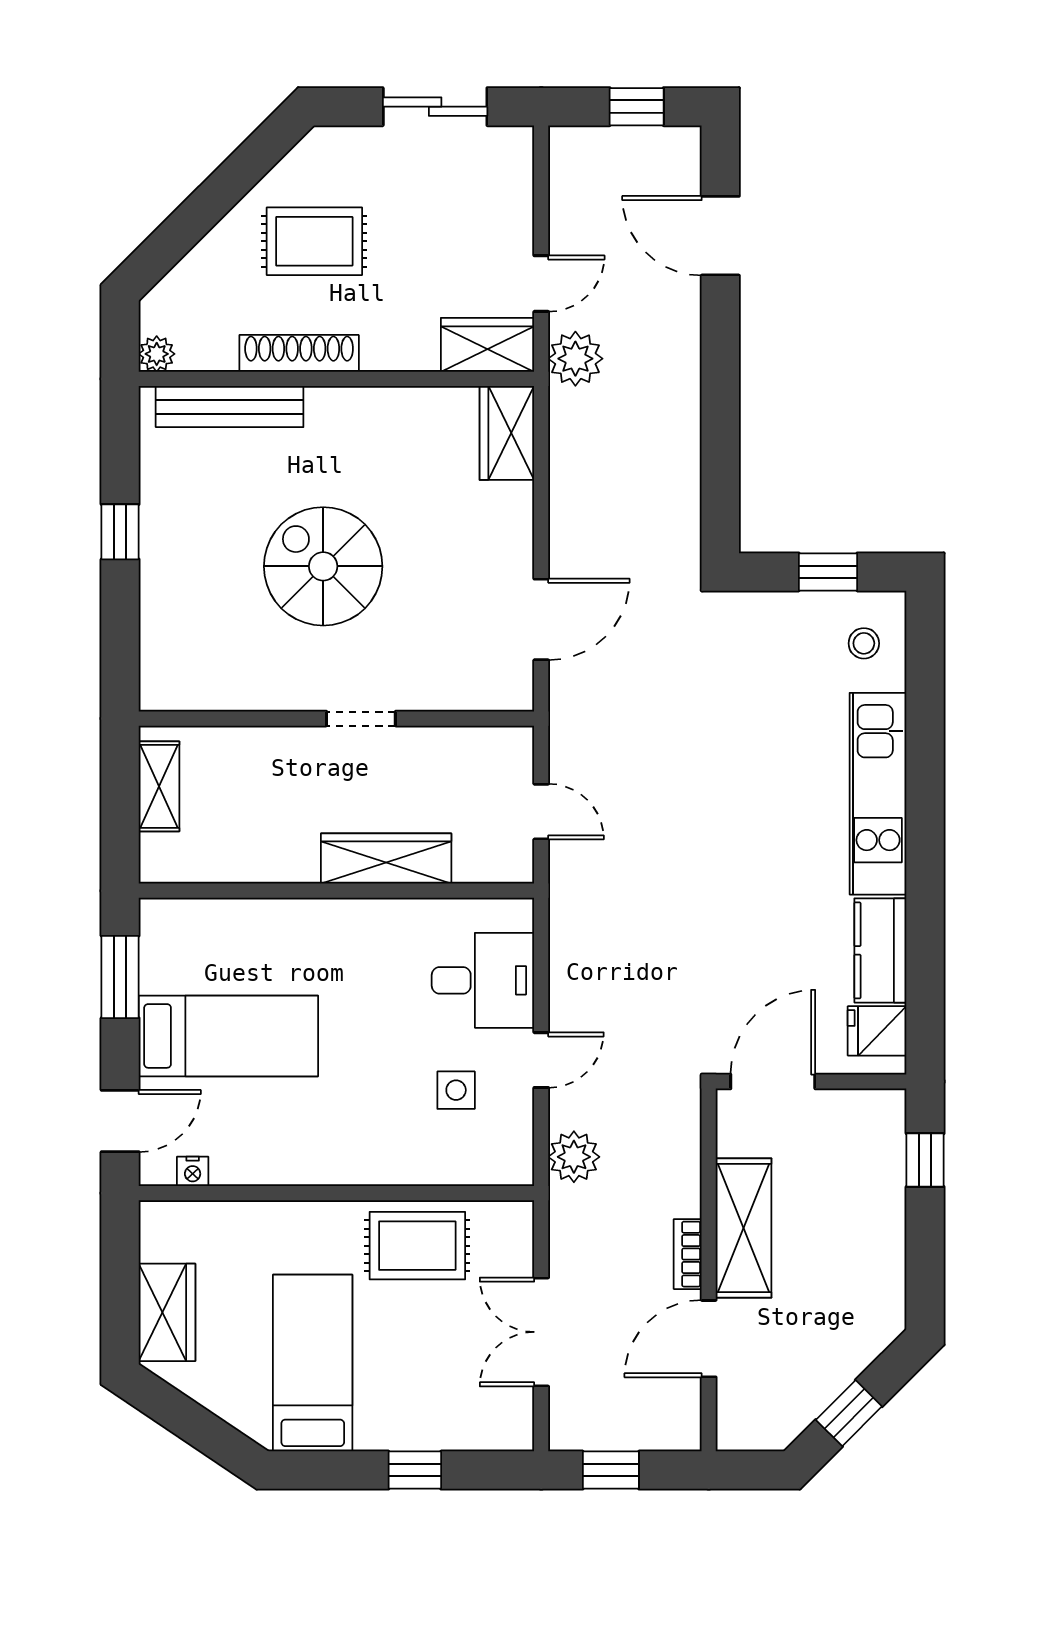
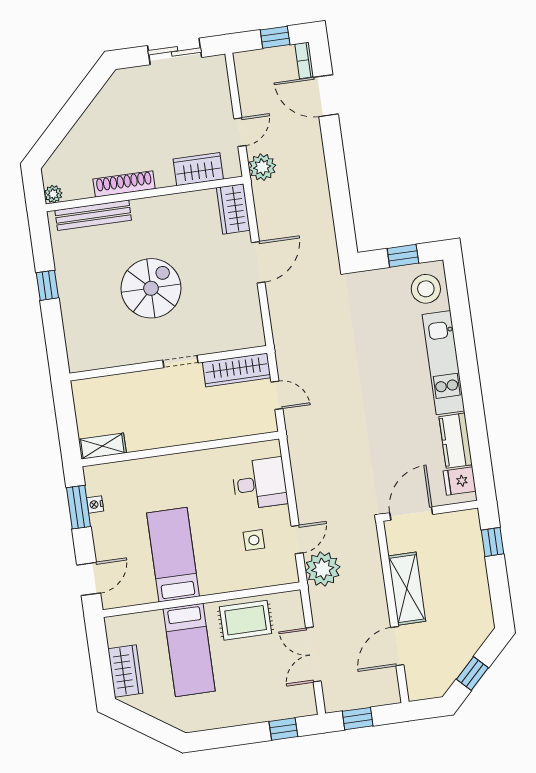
rug: (314, 241) -> (124, 127), removed
wardrobe: (488, 345) -> (198, 169), moved
spiral stairs: (323, 566) -> (151, 288), turned 90
door: (541, 619) -> (258, 262), moved
stool: (864, 643) -> (426, 289), width x1.89, depth x1.89
shelving: (159, 786) -> (102, 446), moved, turned 90
wardrobe: (386, 859) -> (237, 370), moved, turned 180
bed: (228, 1036) -> (173, 555), moved, turned -90
door: (541, 1060) -> (297, 539), moved
plant: (574, 1157) -> (323, 569), width x1.36, depth x1.36
nightstand: (193, 1171) -> (95, 504), moved, turned 90
bookcase: (688, 1254) -> (304, 60), moved
bed: (313, 1363) -> (189, 650), moved, turned 180
window: (415, 1470) -> (283, 729), moved

